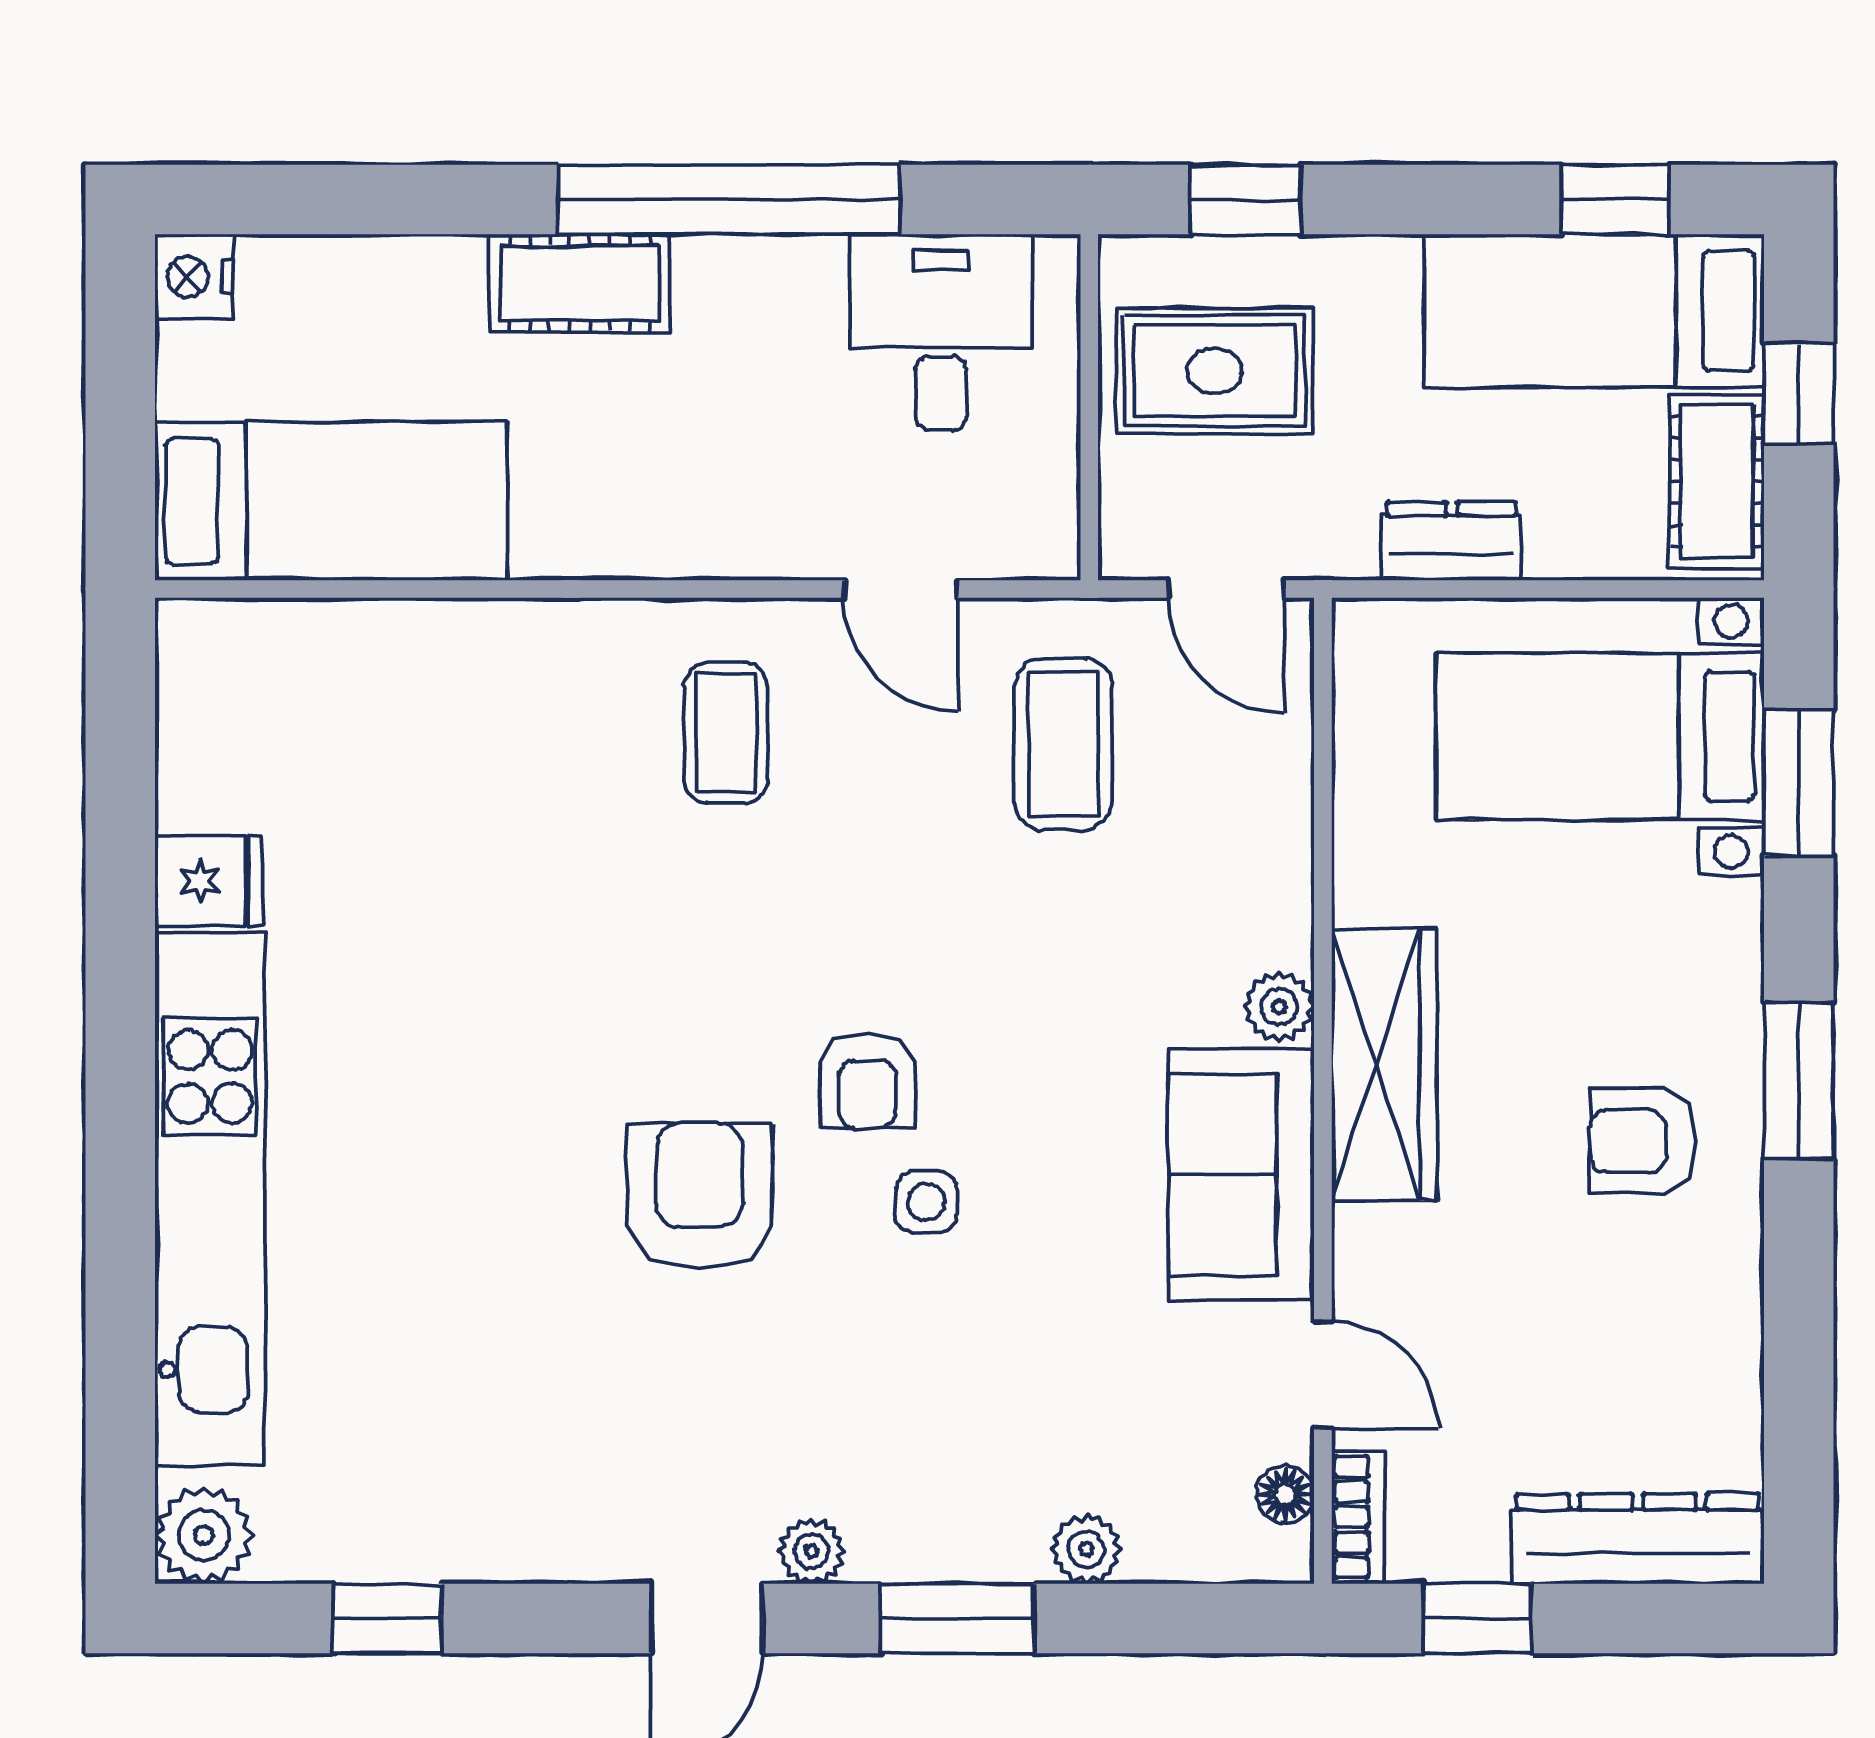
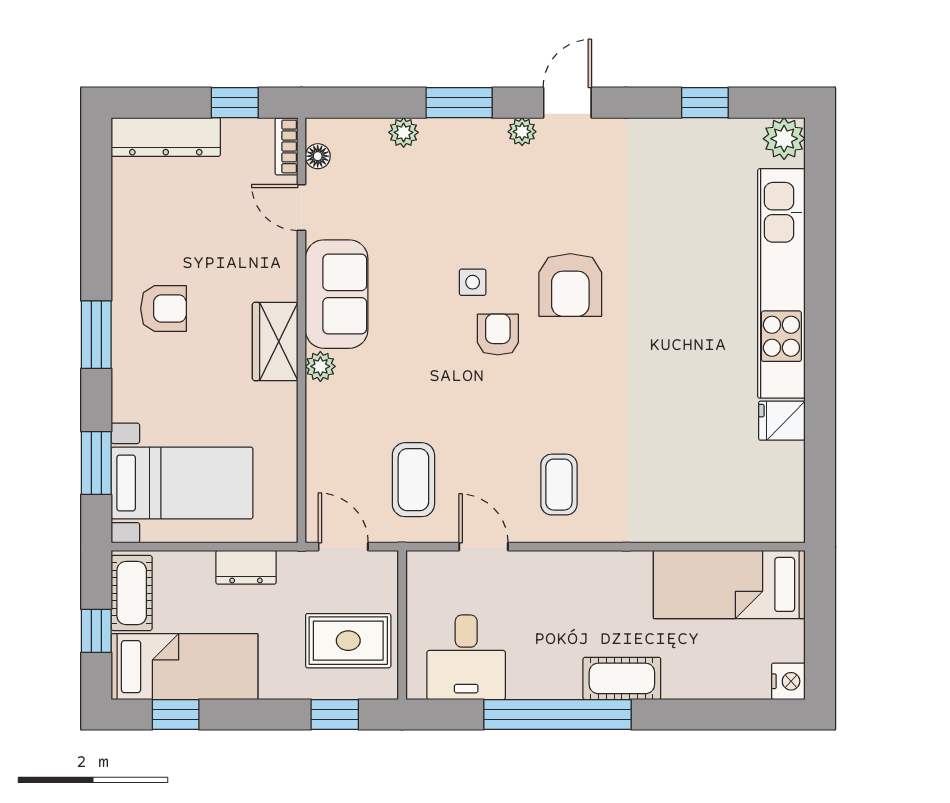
wardrobe: (1384, 1065) -> (275, 341), width x0.67

